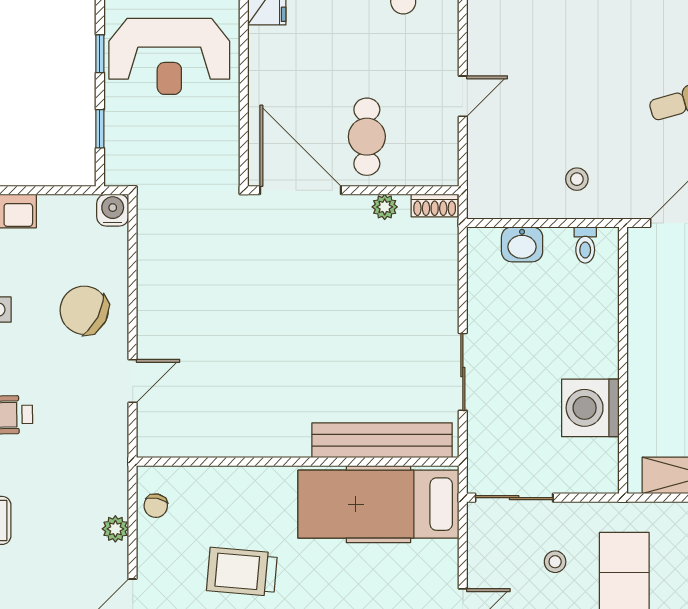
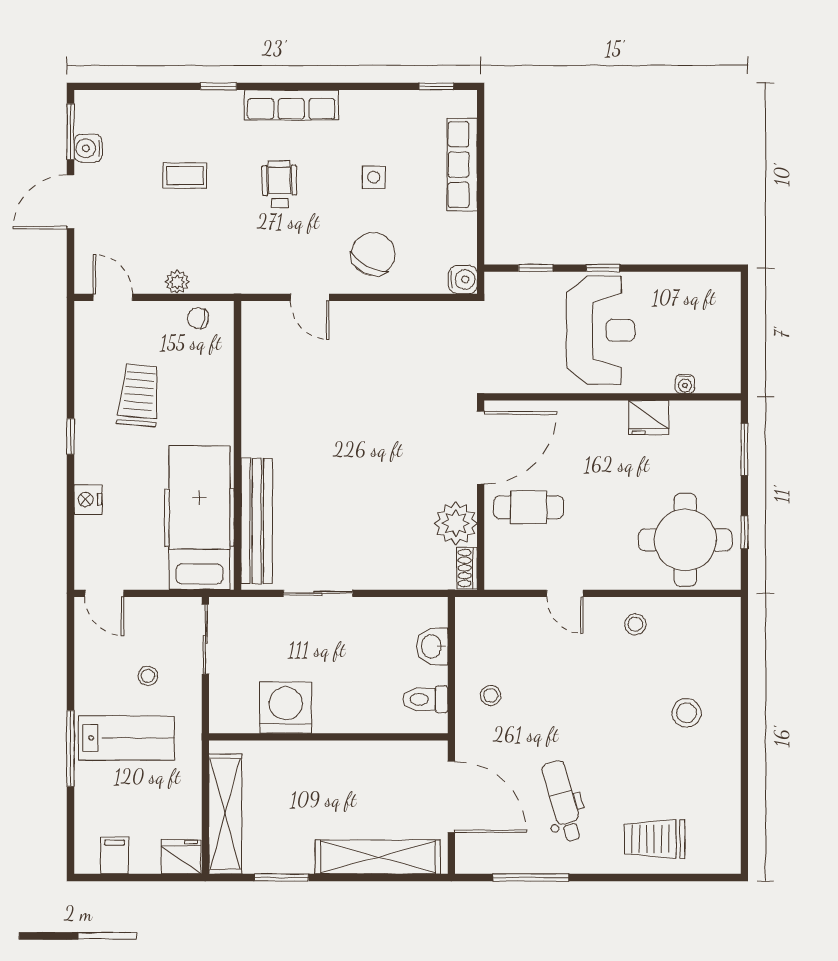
stool: (497, 18) -> (635, 624), added
reception desk: (169, 56) -> (601, 330), turned 180
plant: (385, 207) -> (456, 523), width x1.87, depth x1.87
toilet: (585, 245) -> (425, 699), width x1.37, depth x1.39

